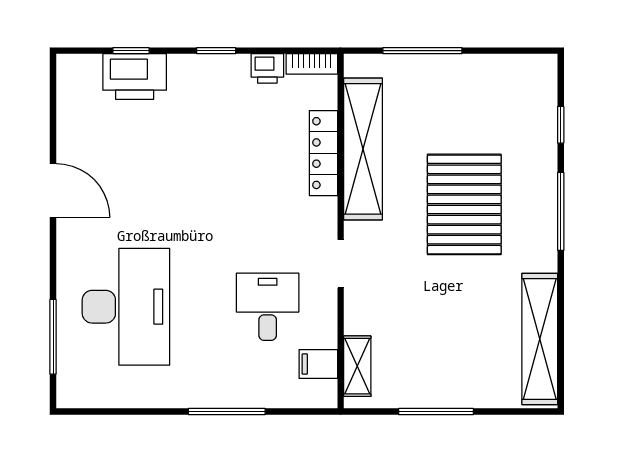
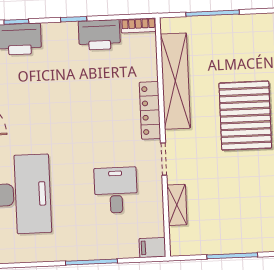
printer: (267, 68) -> (99, 35), width x1.87, depth x1.48
locker: (323, 153) -> (150, 110), moved
filing cabinet: (318, 364) -> (152, 247), moved
shelving: (357, 366) -> (177, 205), moved

